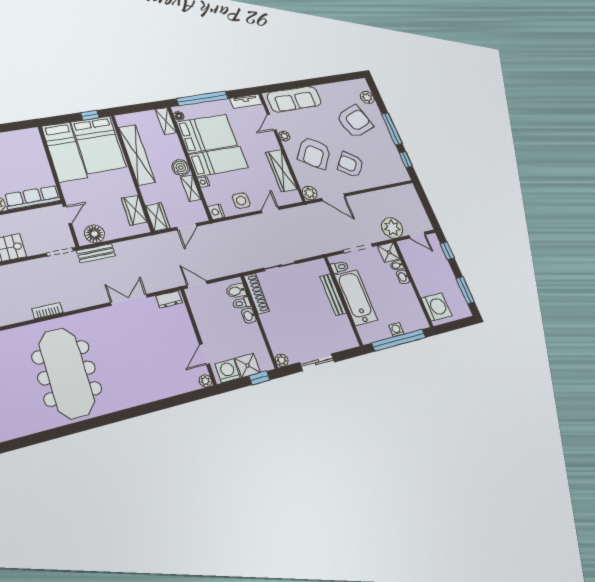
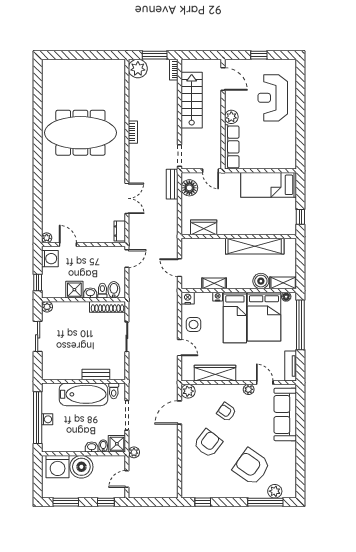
armchair: (355, 121) -> (251, 467), turned 144
window: (392, 129) -> (265, 502), moved
bed: (99, 145) -> (270, 216), removed
armchair: (314, 153) -> (226, 412), width x0.53, depth x0.53
boiler: (181, 168) -> (261, 281), moved
wardrobe: (158, 217) -> (194, 245), removed
plant: (392, 228) -> (134, 452), width x0.53, depth x0.53
boiler: (426, 283) -> (81, 467), added
bench: (333, 295) -> (96, 375), width x0.73
shower: (247, 365) -> (74, 290), moved

